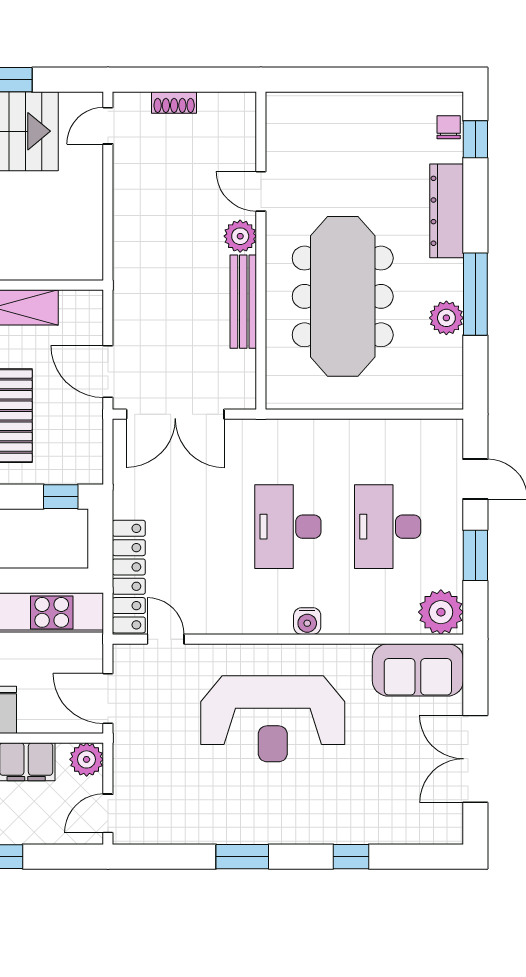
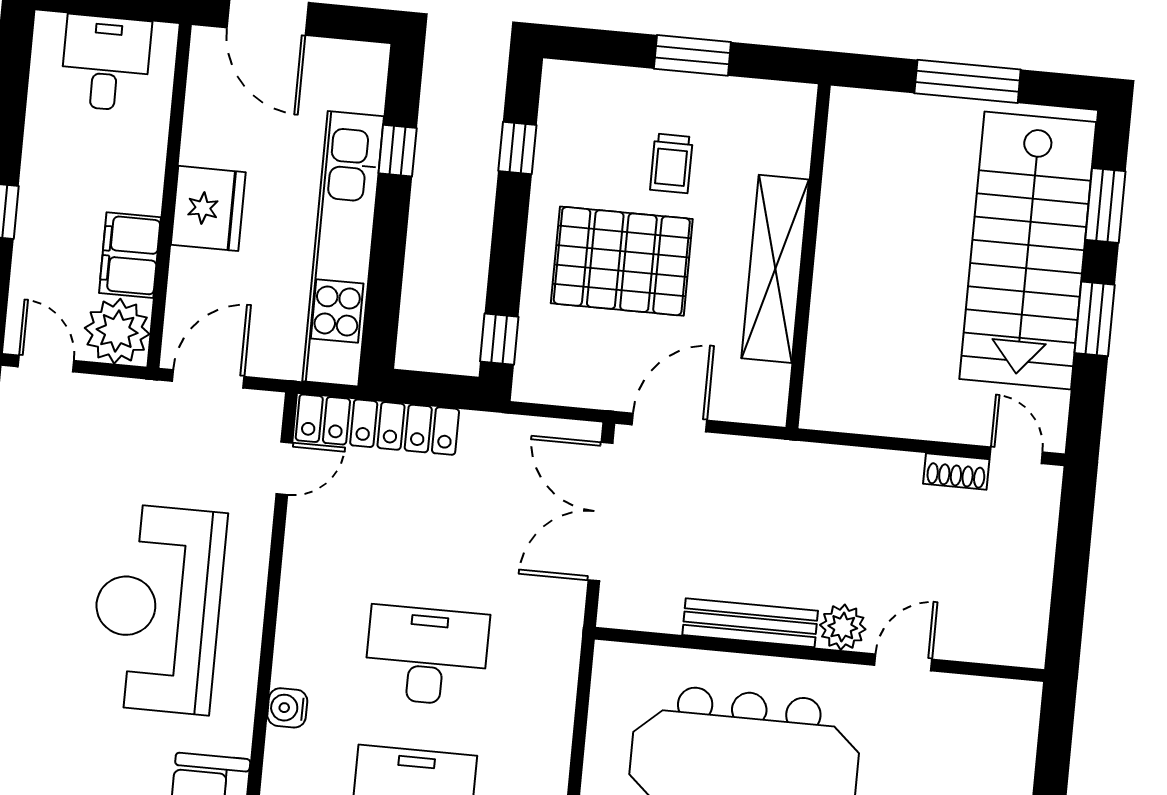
shoe rack: (174, 103) -> (956, 471), moved, turned -90
water cooler: (307, 621) -> (287, 708), moved
plant: (87, 759) -> (117, 331), width x1.36, depth x1.36

